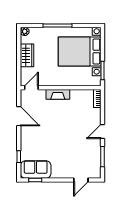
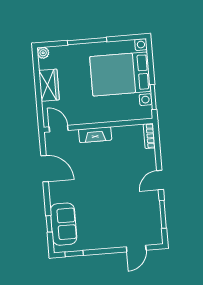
door: (31, 88) -> (59, 129), hinge flipped
sofa: (36, 170) -> (63, 224), moved, turned 90

